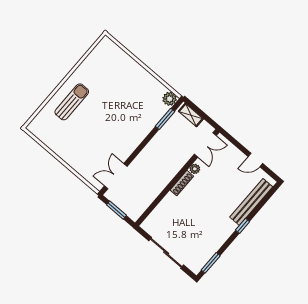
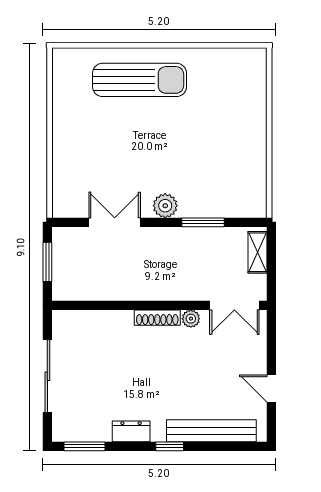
plant: (170, 99) -> (165, 206), moved
sun lounger: (72, 102) -> (140, 80), width x1.36, depth x1.34
window: (165, 119) -> (203, 222), moved
double door: (116, 176) -> (115, 222), moved
dresser: (221, 237) -> (131, 431), added

